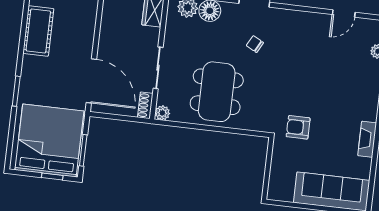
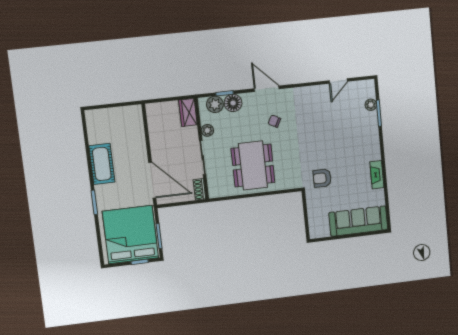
cot: (38, 31) -> (102, 164), moved
plant: (162, 113) -> (207, 130), moved

